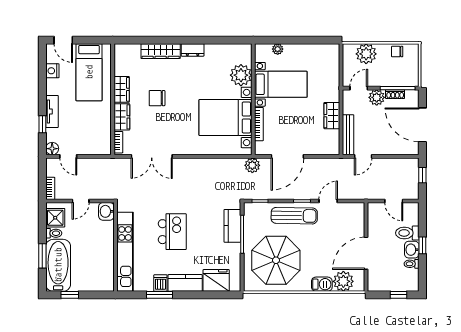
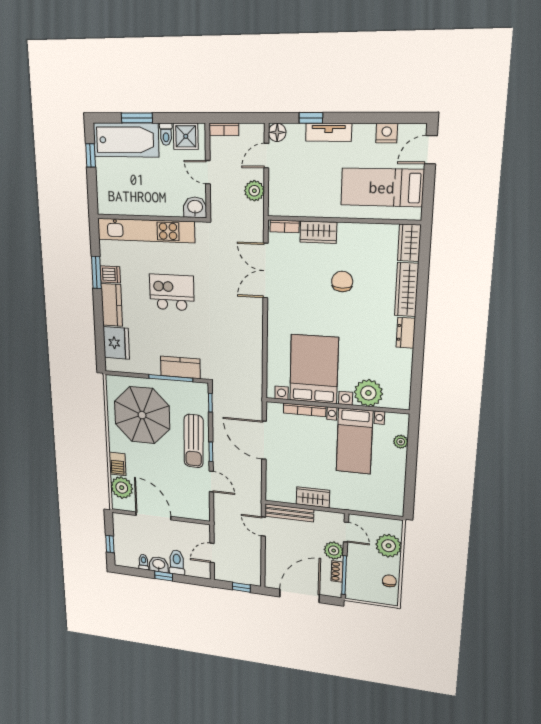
wardrobe: (122, 89) -> (409, 243), moved, turned 90
plant: (252, 165) -> (254, 191), moved
kitchen island: (172, 232) -> (172, 292), turned 180

